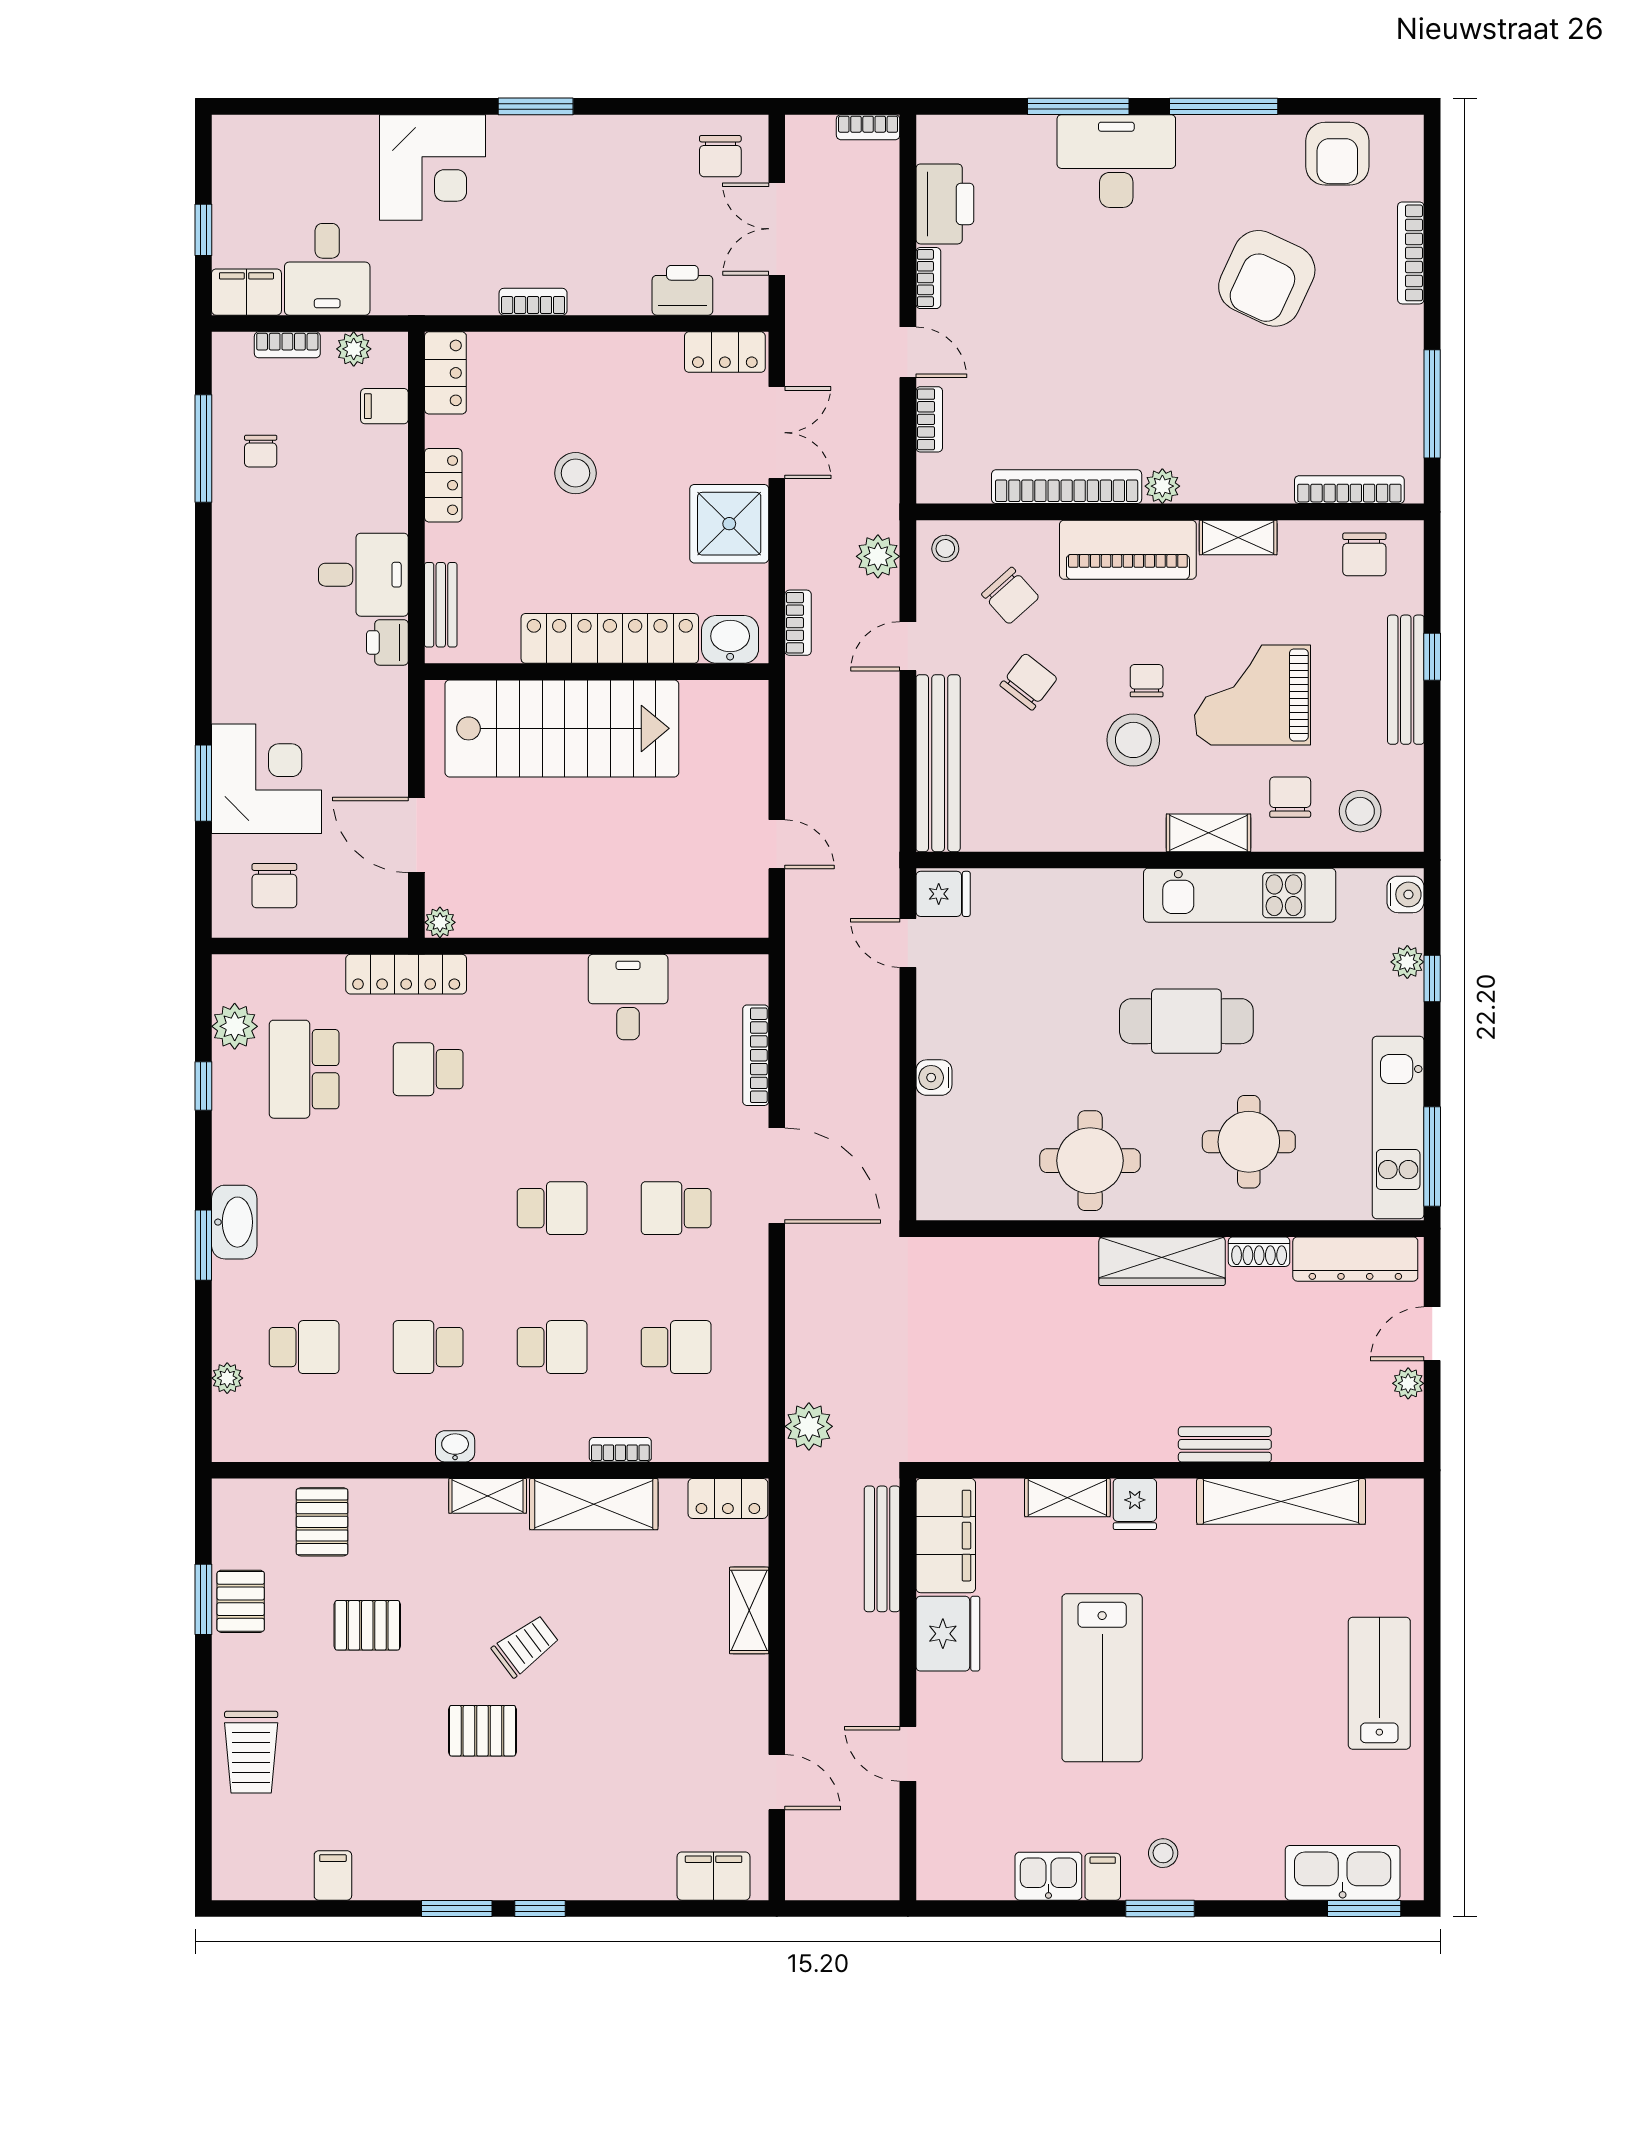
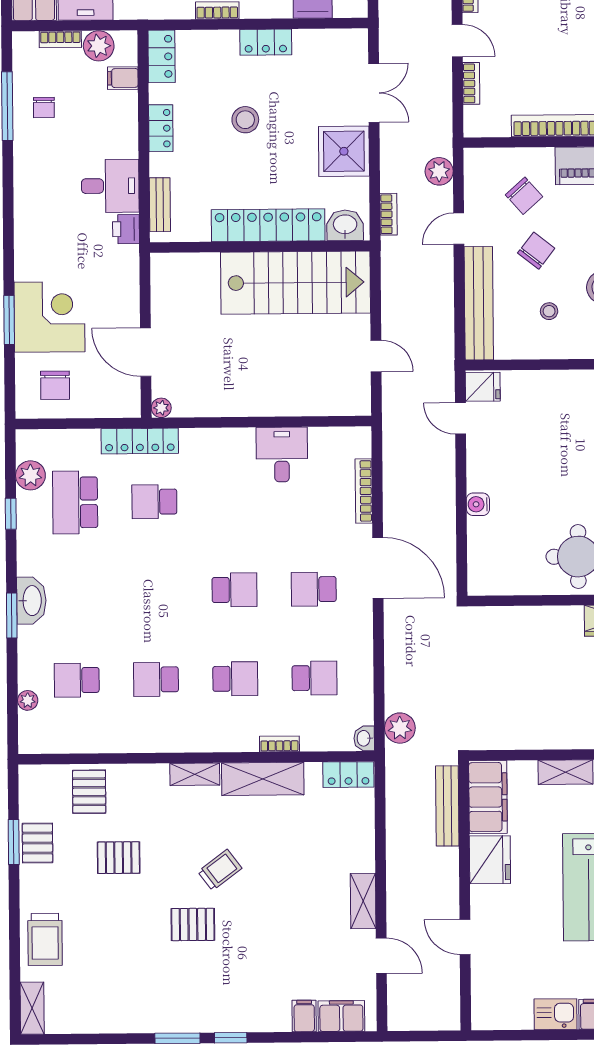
plant: (354, 349) -> (99, 46), width x1.38, depth x1.38
locker: (725, 352) -> (266, 42), moved
stool: (945, 548) -> (549, 311), moved
stairs: (562, 728) -> (296, 283), moved
school desk: (304, 1347) -> (77, 680), turned 180
washbasin: (455, 1446) -> (364, 738), moved, turned -90
shelving: (749, 1610) -> (363, 901), moved
shelving: (230, 1859) -> (32, 1008), added
filing cabinet: (333, 1875) -> (304, 1016), moved

